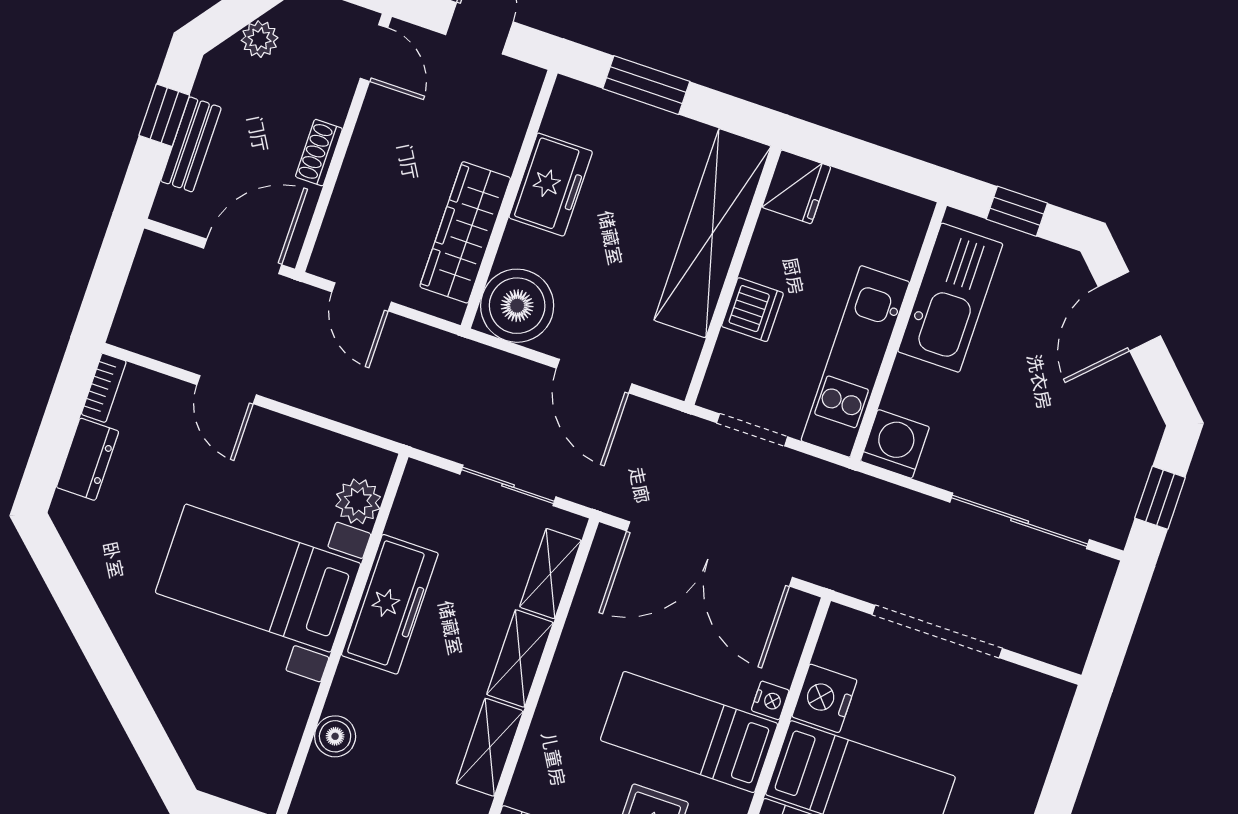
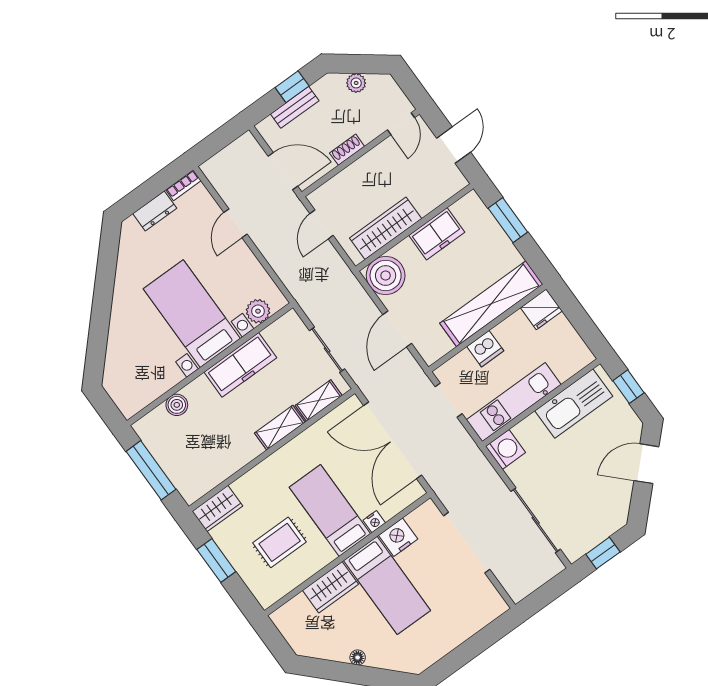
shelving: (490, 747) -> (240, 457), removed

